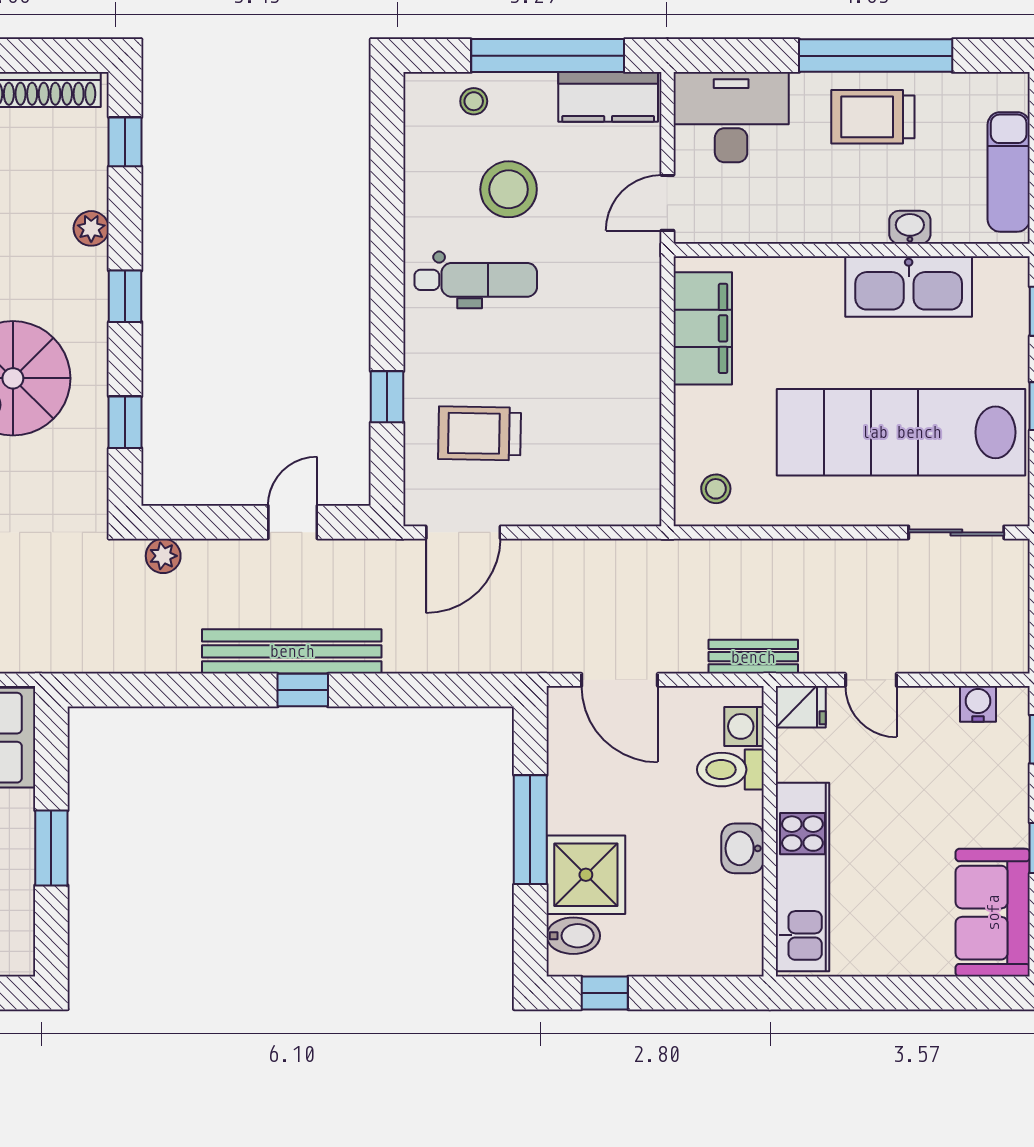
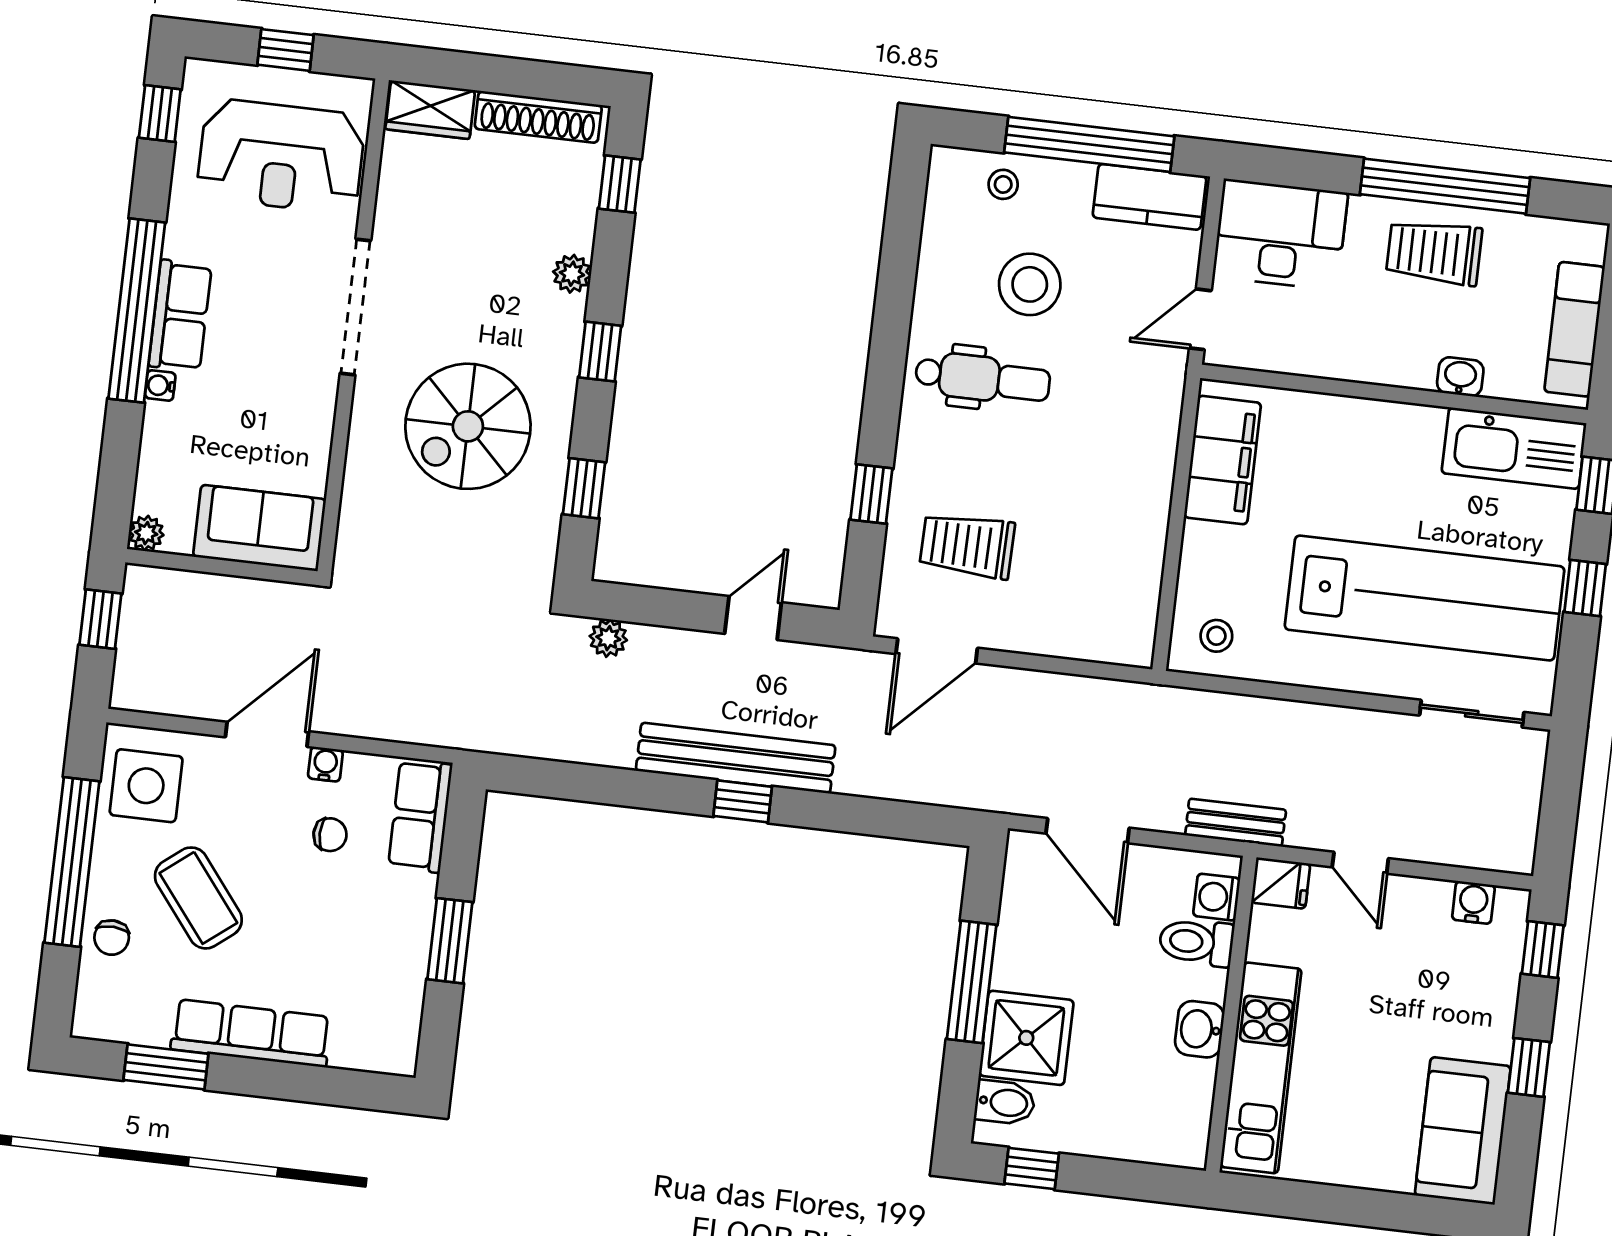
kitchen sink: (909, 287) -> (1514, 448), moved
lab bench: (901, 432) -> (1425, 598), turned 180

